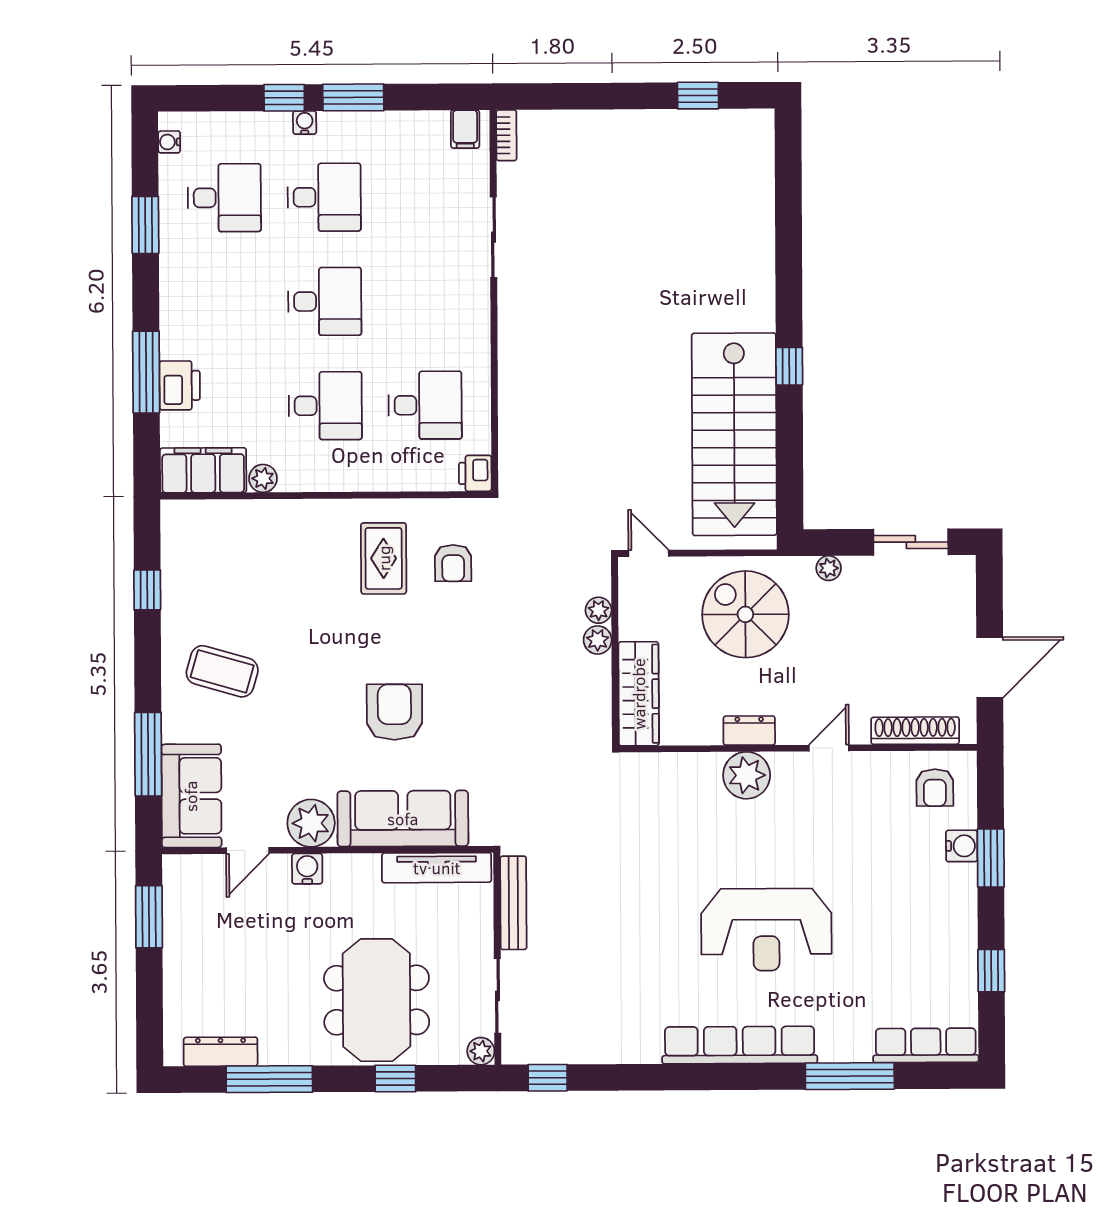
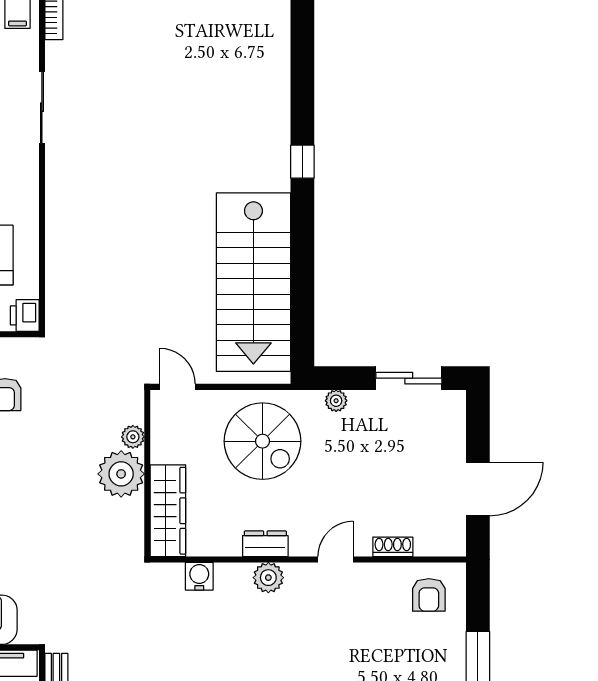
window: (789, 366) -> (302, 162), moved
spiral stairs: (745, 614) -> (263, 441), turned 180
plant: (598, 640) -> (121, 474), width x1.87, depth x1.87
shoe rack: (915, 731) -> (393, 547), width x0.51, depth x0.81
plant: (747, 775) -> (268, 578), width x0.73, depth x0.73
water cooler: (962, 846) -> (199, 576), moved, turned -90

